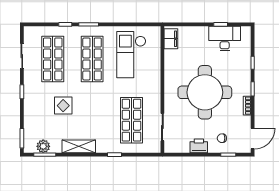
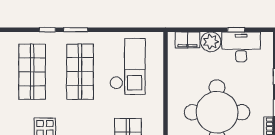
plant: (200, 34) -> (211, 42), added
filing cabinet: (171, 39) -> (187, 40), moved, turned 90
checkout: (131, 55) -> (128, 66), turned 180

